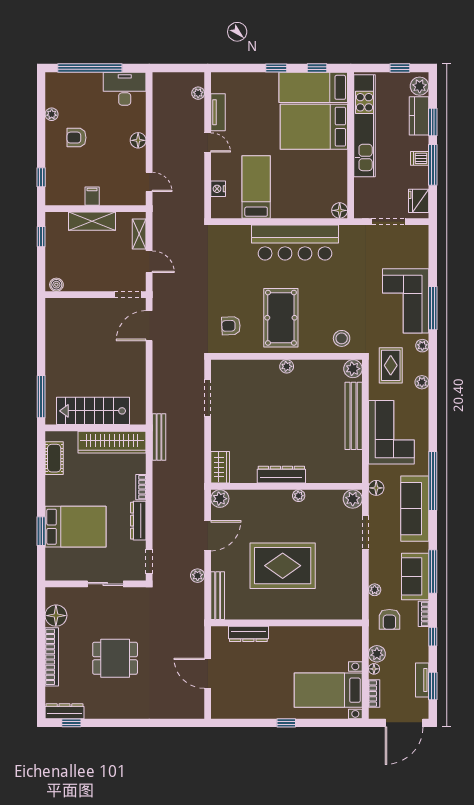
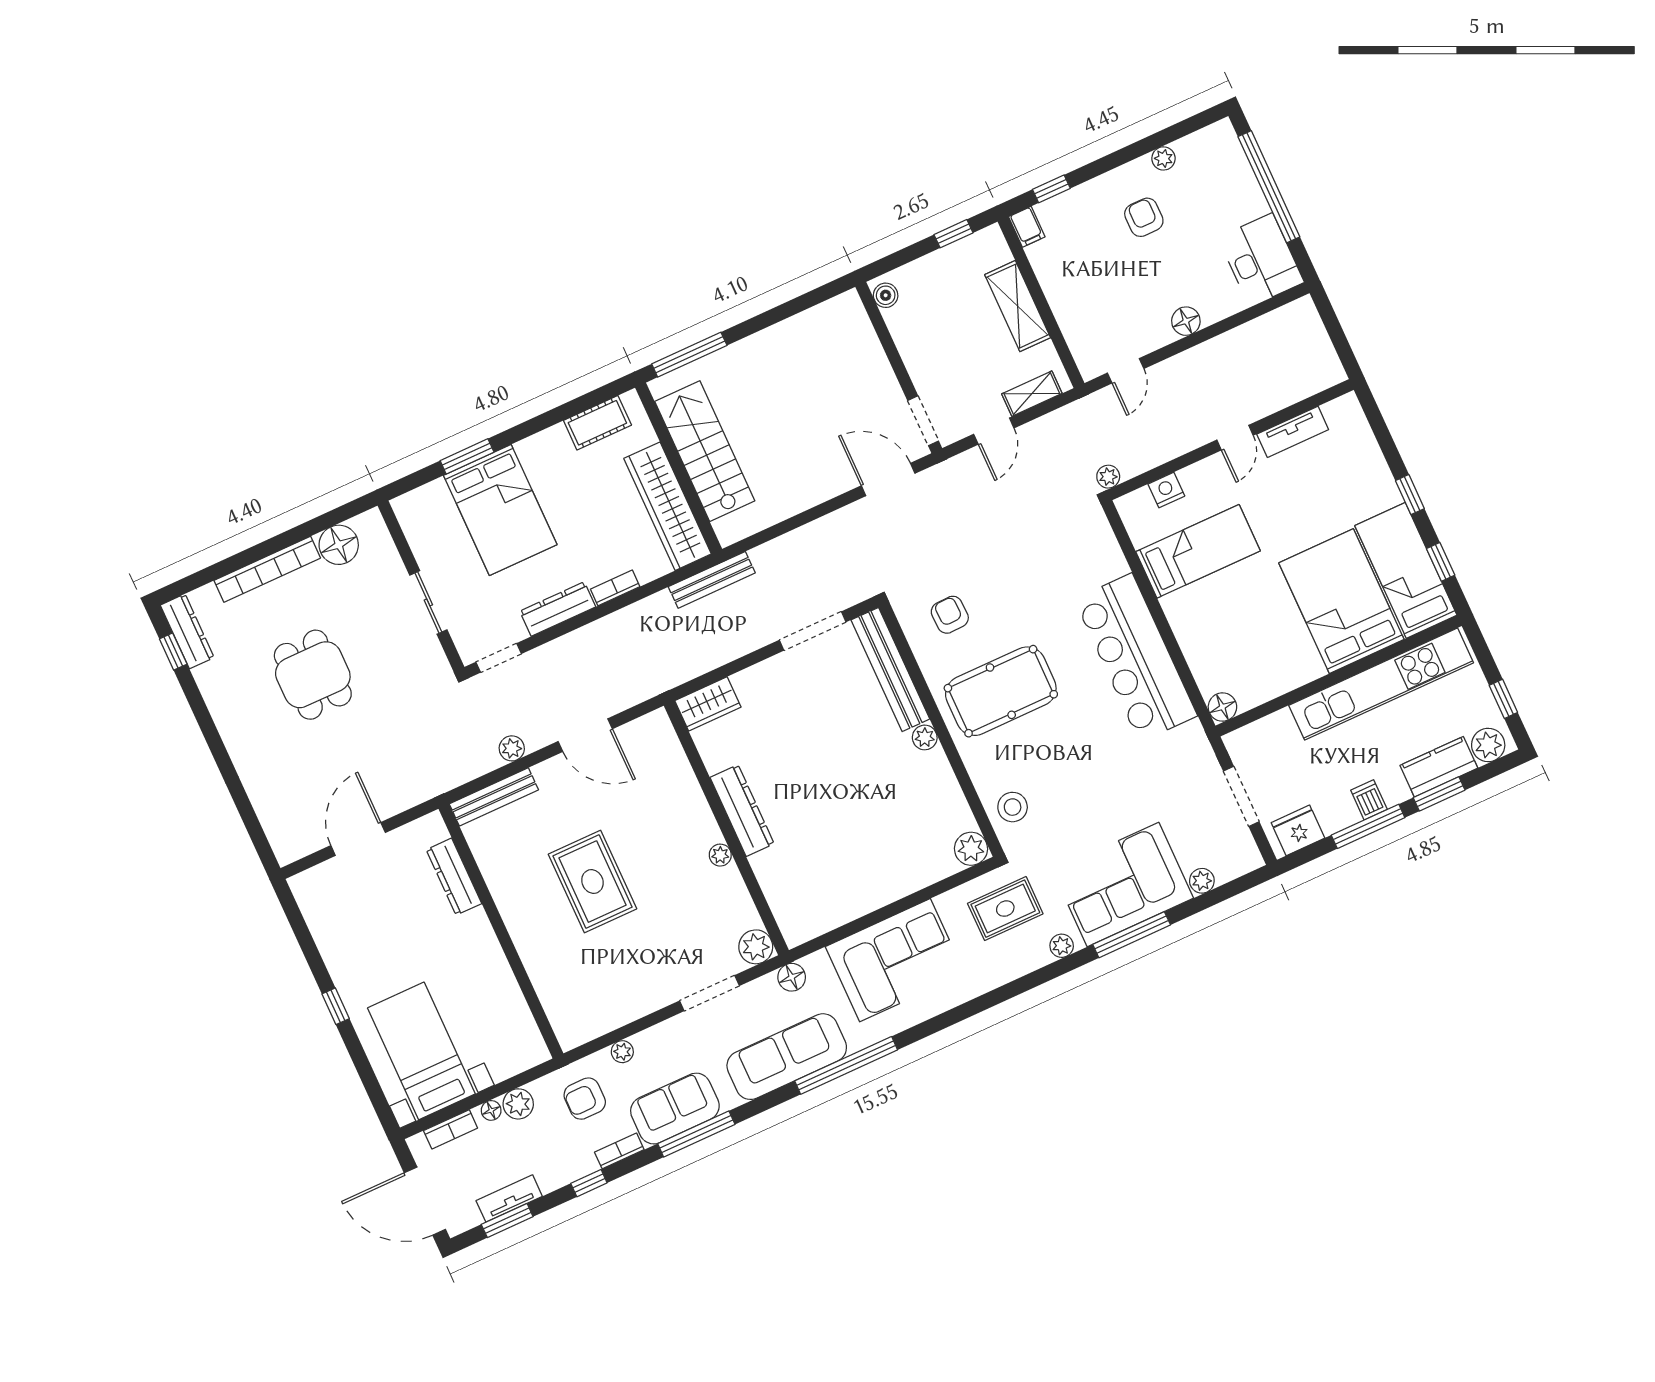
plant: (198, 93) -> (1108, 477), moved
filing cabinet: (92, 196) -> (1027, 227), moved, turned 90
plant: (422, 382) -> (1202, 881), moved
bench: (354, 416) -> (890, 669), moved, turned 90
plant: (220, 499) -> (656, 727), removed
rug: (283, 566) -> (592, 882), width x0.73, depth x0.69

